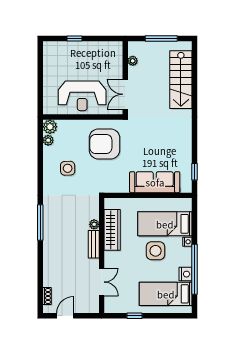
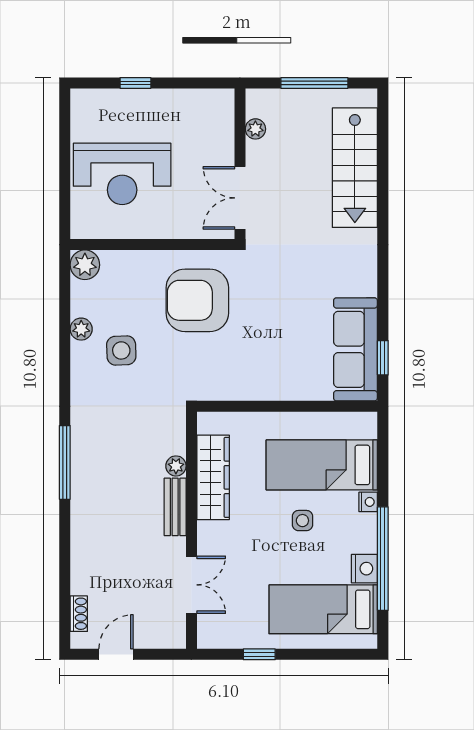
reception desk: (82, 96) -> (122, 174), moved
plant: (48, 140) -> (81, 329), moved
sofa: (155, 182) -> (355, 349), moved, turned -90
side table: (156, 251) -> (302, 521), width x0.54, depth x0.54

